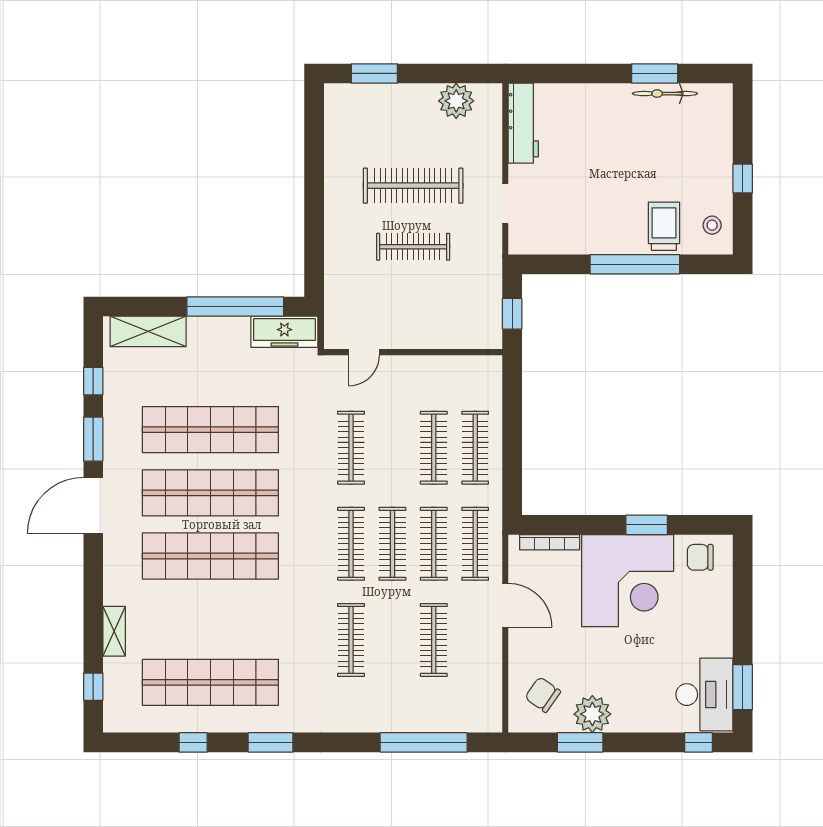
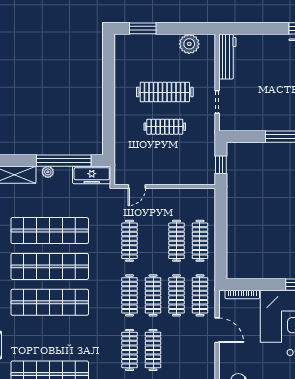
plant: (207, 326) -> (48, 172), added
clothes rail: (434, 640) -> (153, 350), moved

